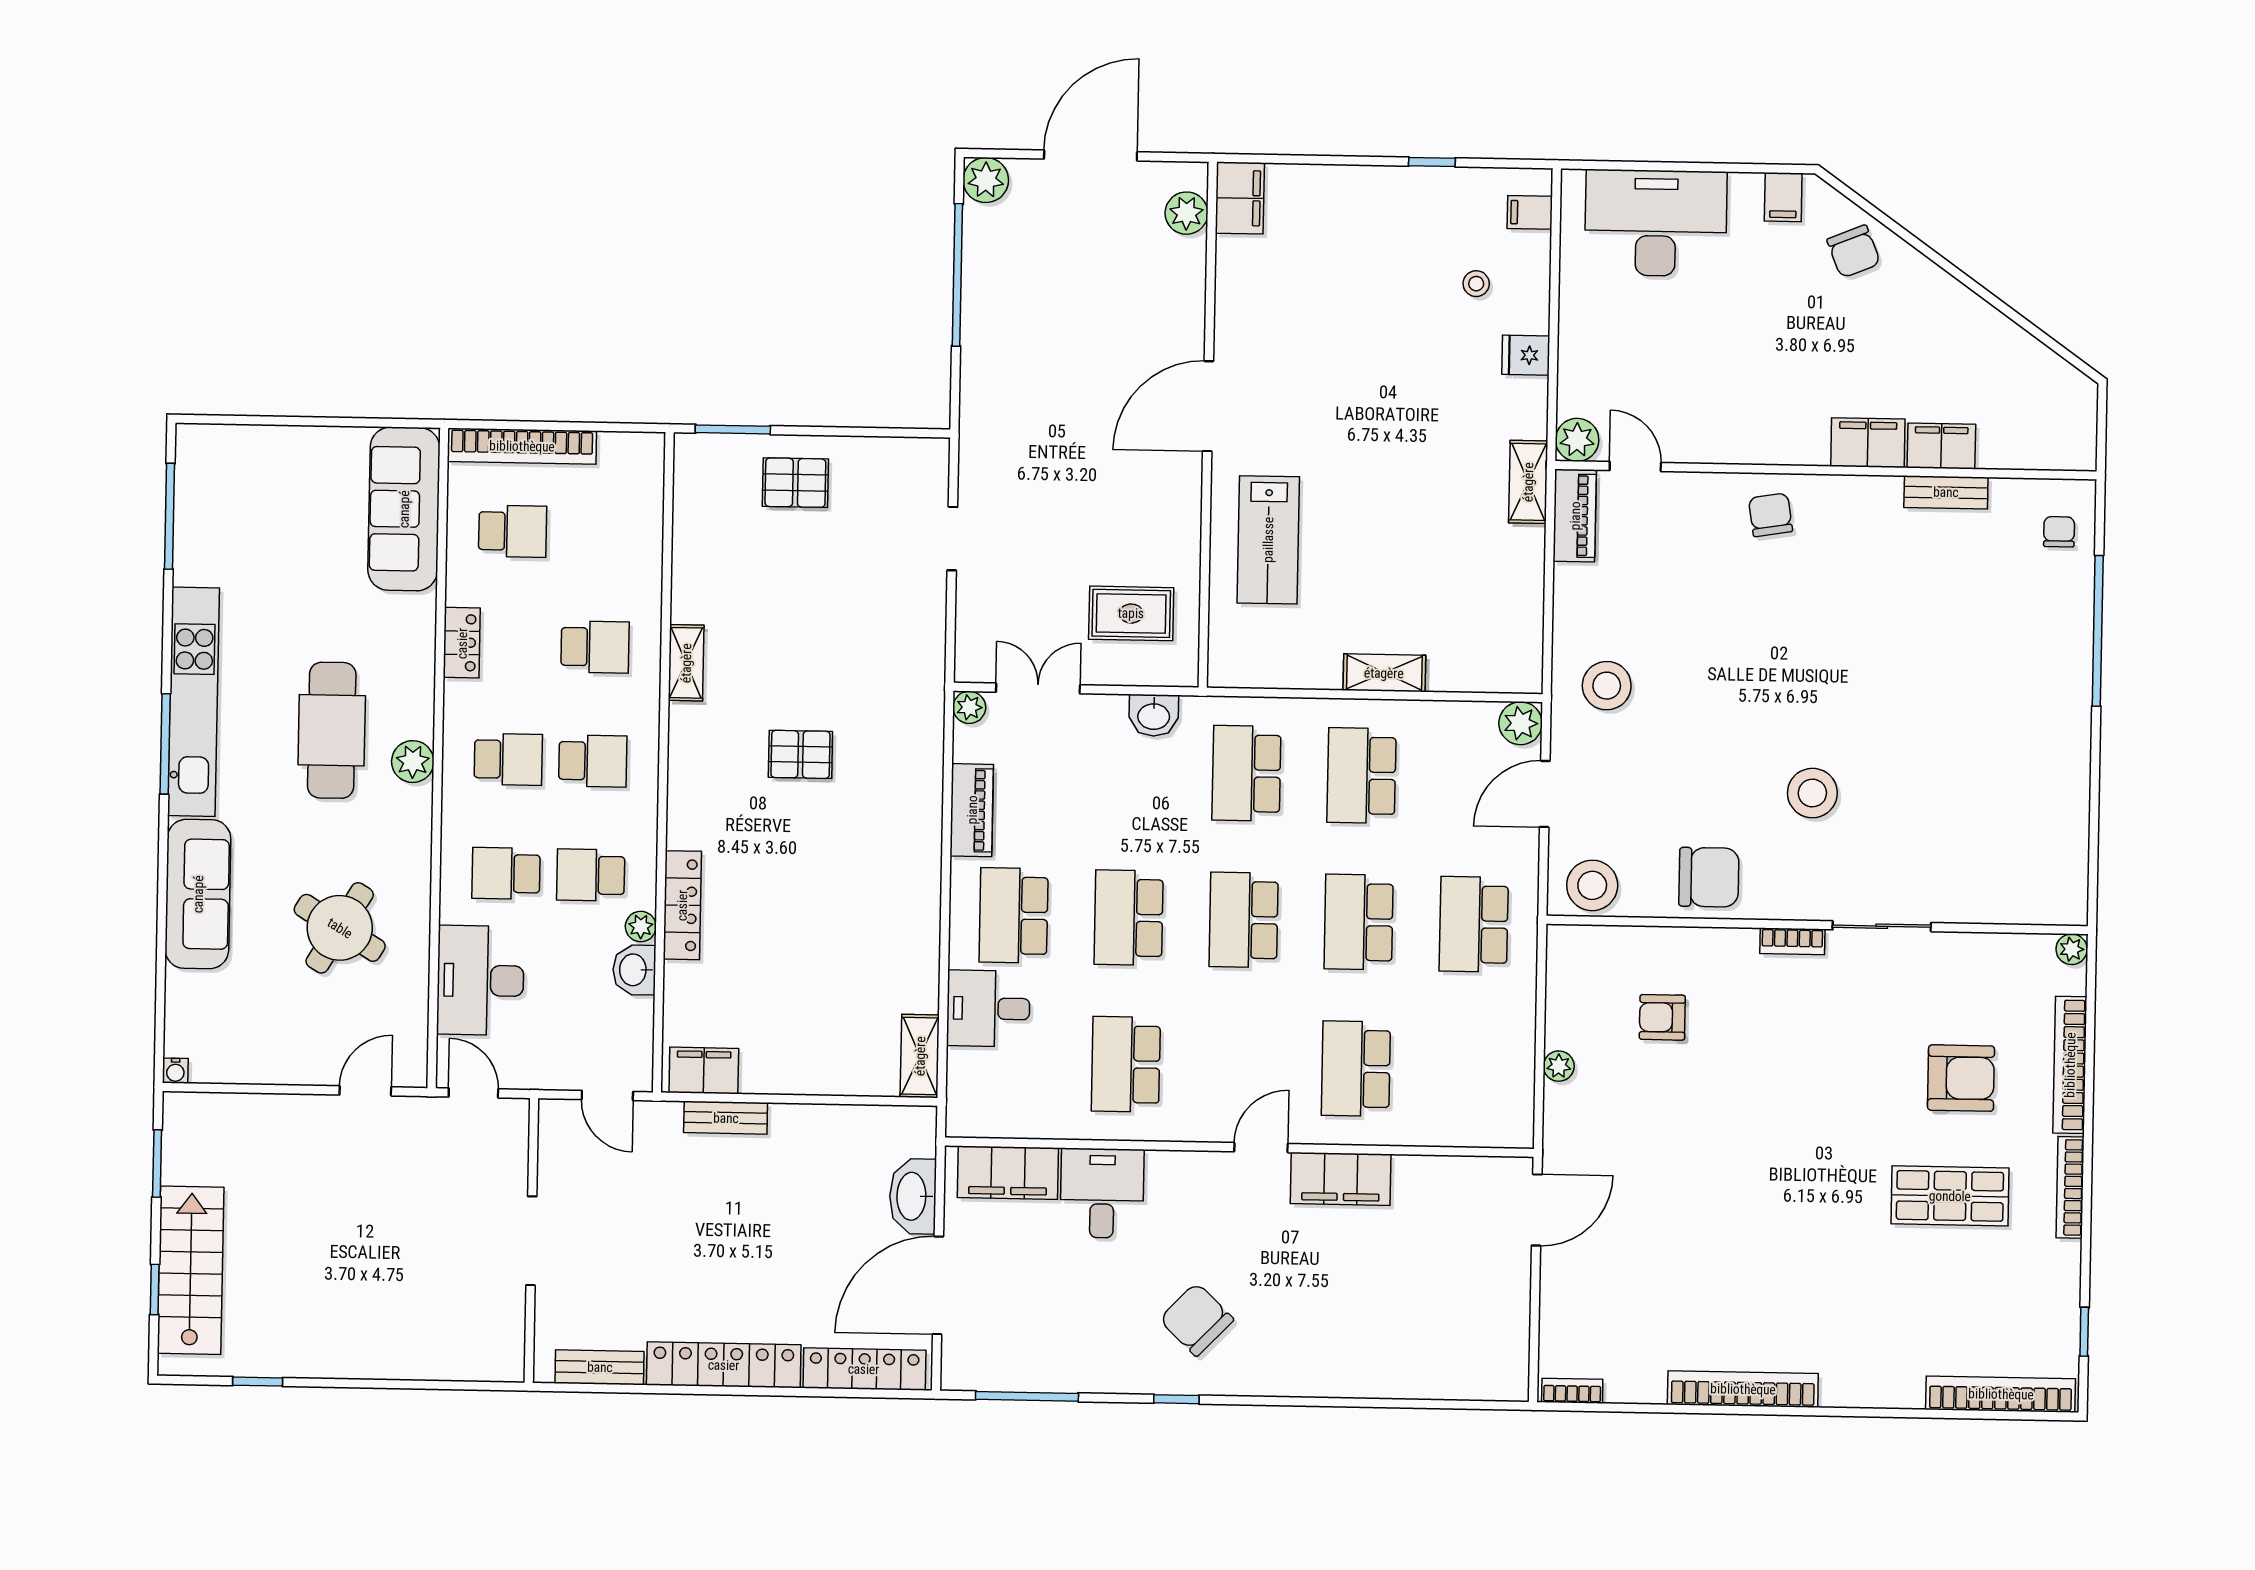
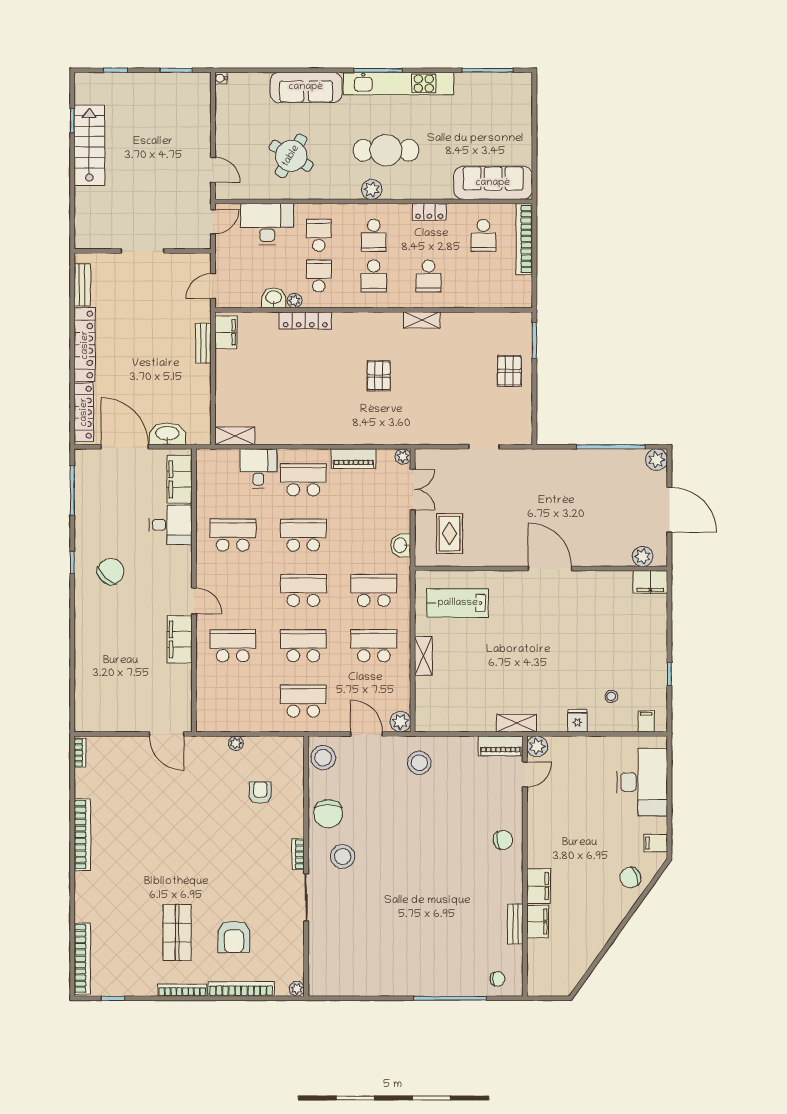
lab bench: (1268, 540) -> (458, 603), moved
stool: (1812, 793) -> (343, 856), moved
stairs: (191, 1270) -> (89, 145), moved, turned -90

